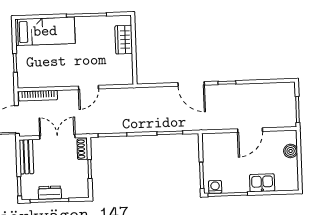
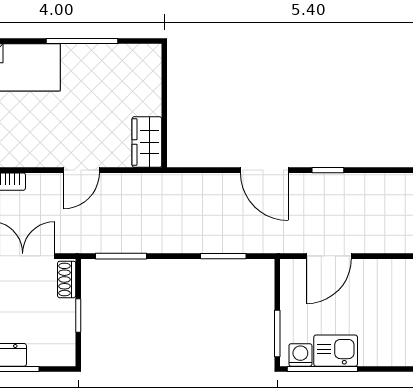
wardrobe: (124, 40) -> (147, 142), moved
door: (250, 130) -> (329, 256), moved
kitchen sink: (262, 183) -> (336, 351), moved

